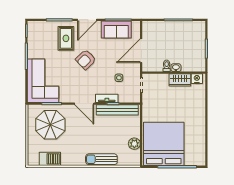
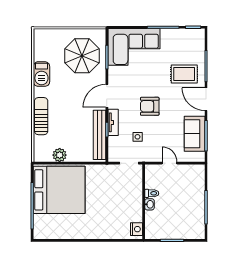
door: (141, 51) -> (170, 163), width x0.53
armchair: (86, 59) -> (150, 106), moved, turned -46
wardrobe: (180, 80) -> (135, 209), removed
barbecue: (50, 159) -> (41, 74), moved

